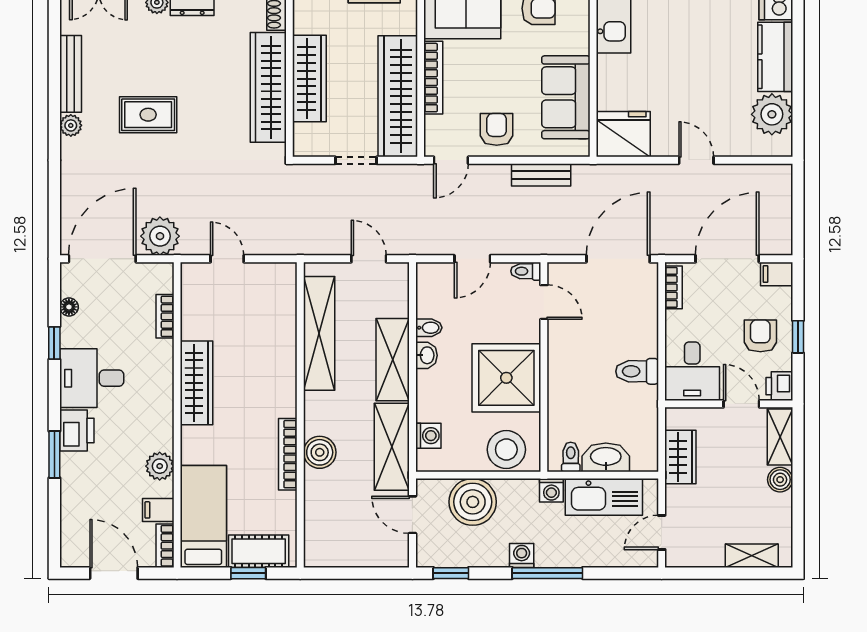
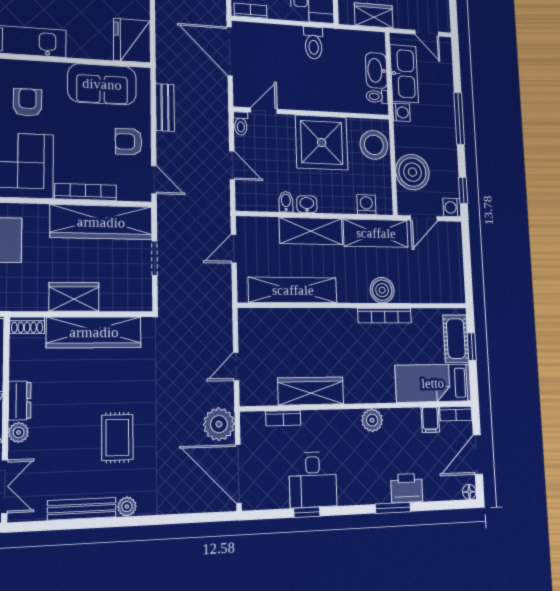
wardrobe: (309, 79) -> (74, 297), width x0.67
floor lamp: (69, 307) -> (469, 492), moved
desk: (92, 378) -> (313, 480), moved
wardrobe: (197, 383) -> (311, 391), moved
printer: (77, 431) -> (407, 488), moved
plant: (160, 466) -> (372, 420), moved
washing machine: (522, 556) -> (452, 207), moved

